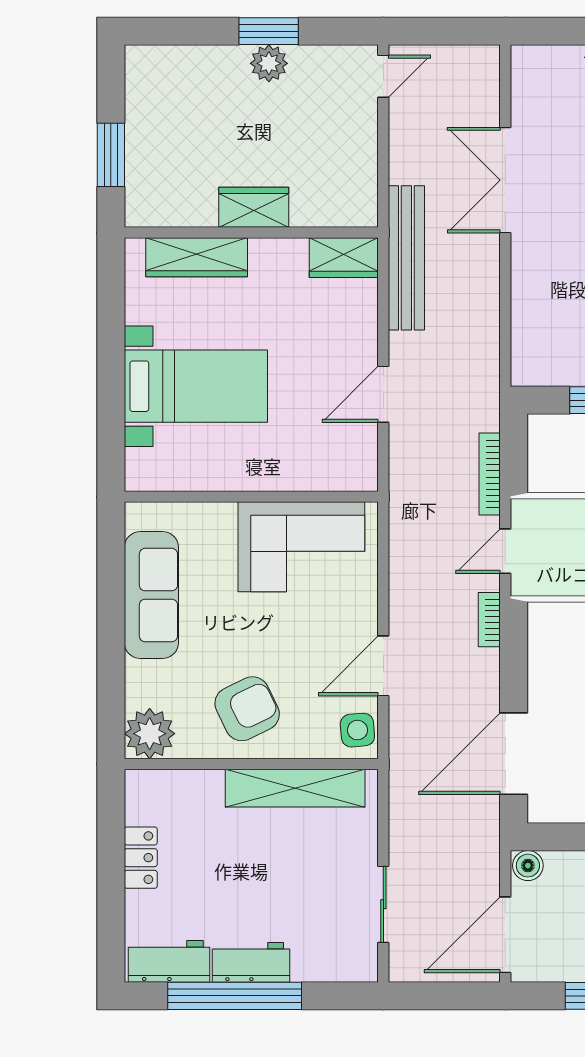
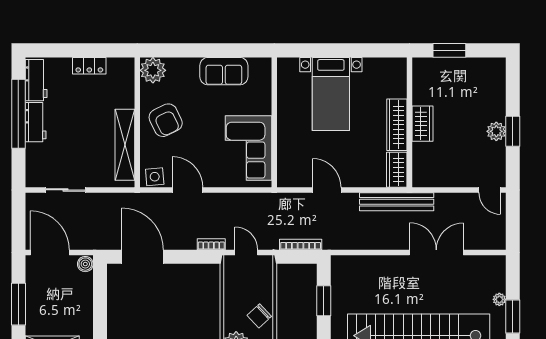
wardrobe: (197, 257) -> (397, 125), moved
bookcase: (490, 474) -> (301, 244), moved
sofa: (151, 595) -> (224, 71), width x0.73

